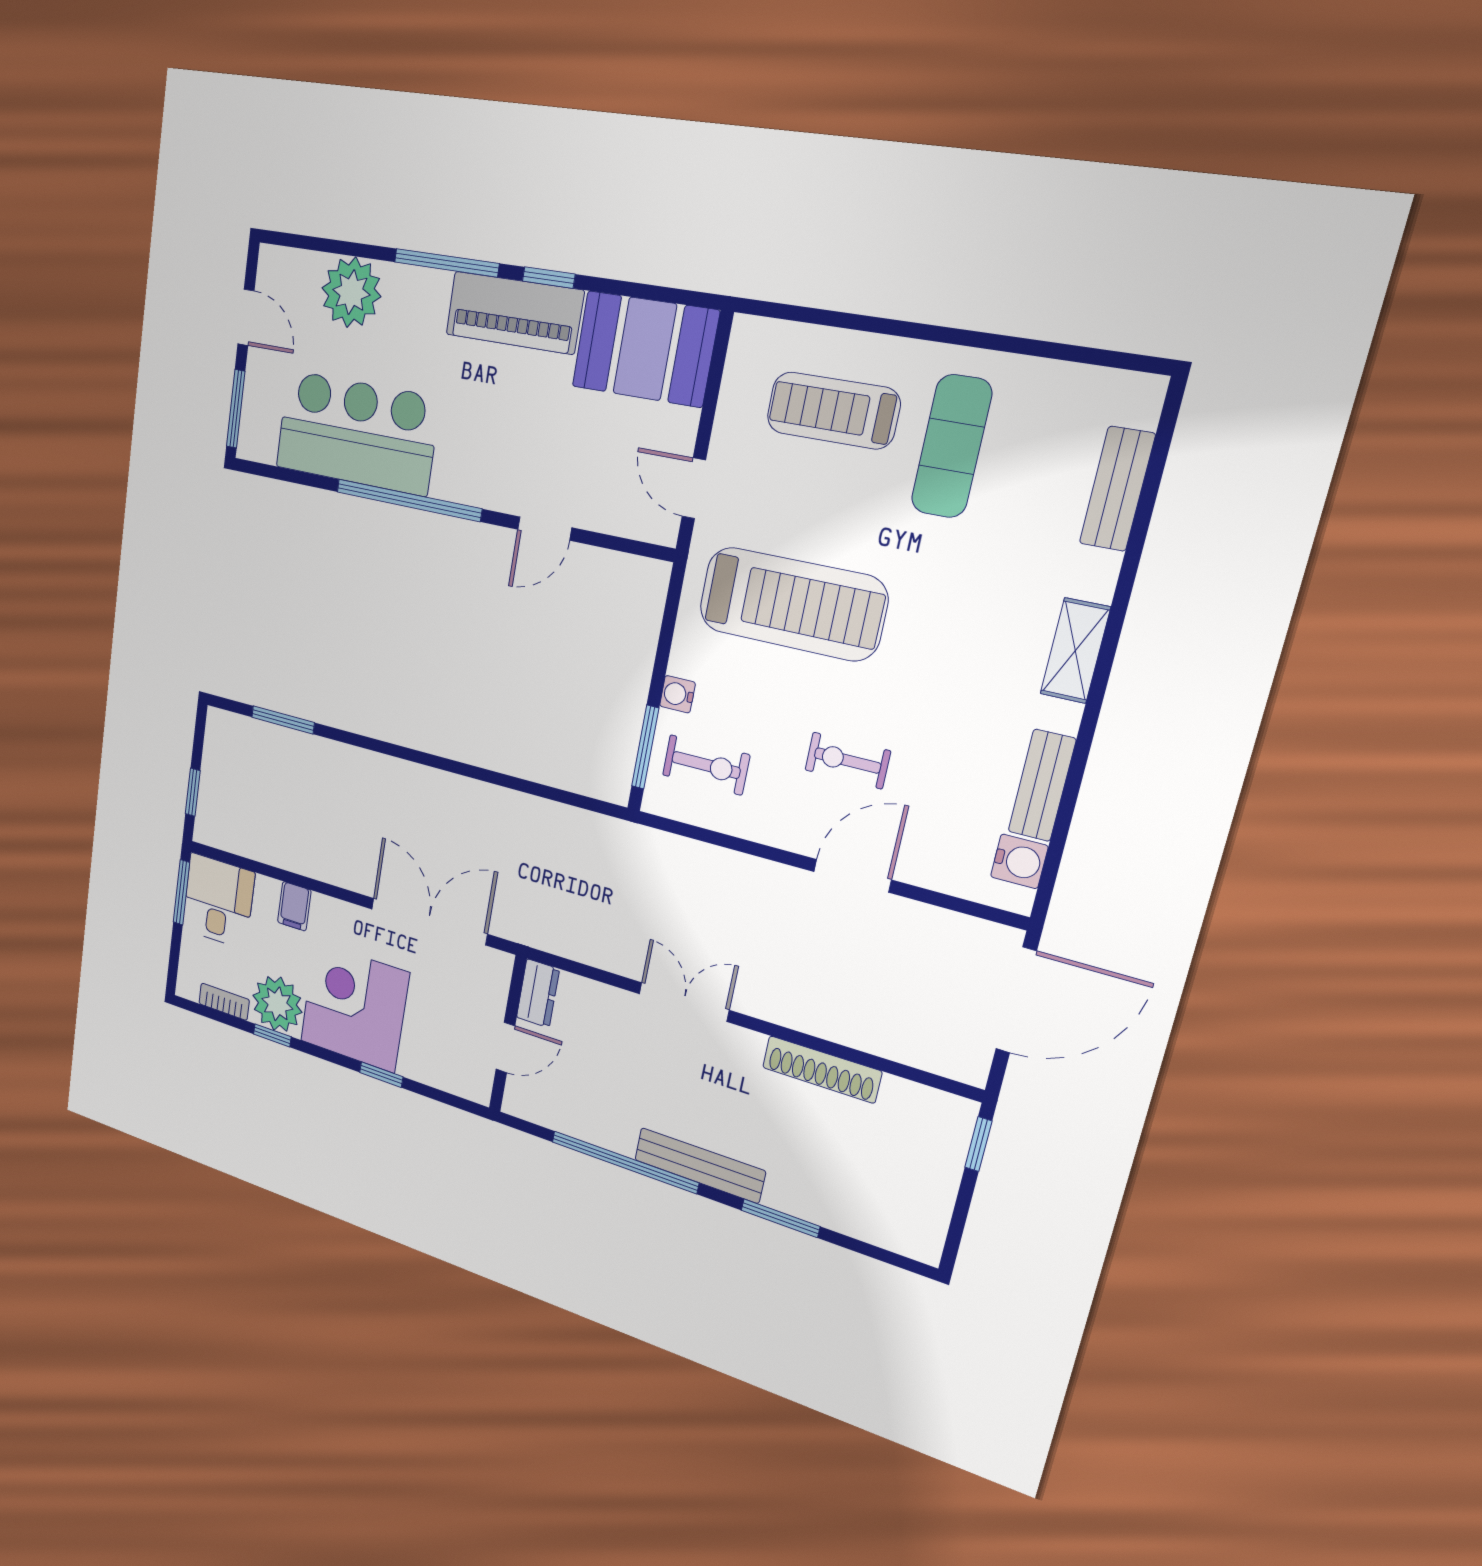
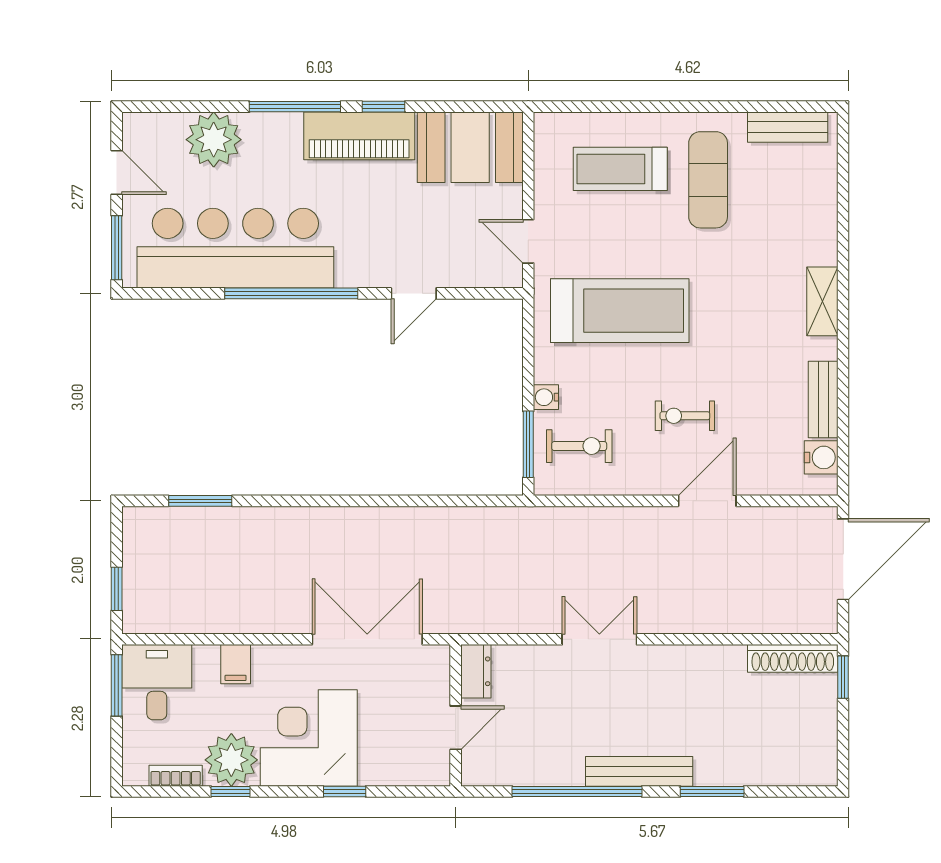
bar counter: (357, 433) -> (235, 248), width x1.36
bench: (1117, 489) -> (788, 127), moved, turned 90
shoe rack: (822, 1069) -> (793, 658), moved

